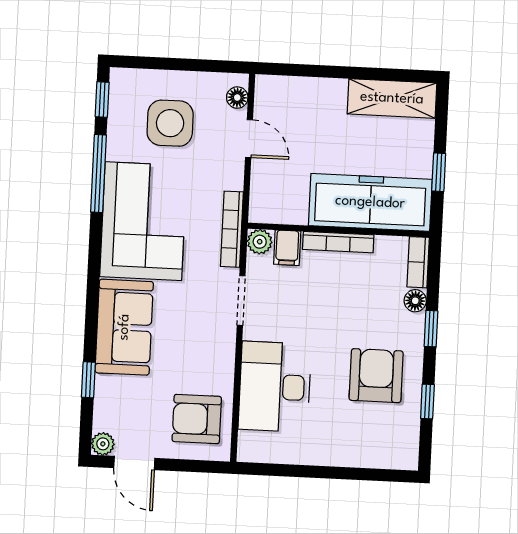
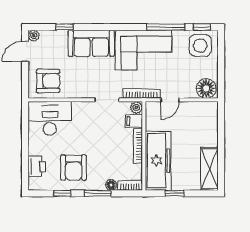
floor lamp: (237, 98) -> (206, 88), width x1.89, depth x1.89
side table: (170, 123) -> (200, 45), moved
door: (249, 139) -> (170, 100), moved
window: (431, 329) -> (98, 193), width x1.50
armchair: (376, 376) -> (74, 168), turned 90
desk: (275, 387) -> (50, 118), moved
armchair: (197, 419) -> (48, 81), turned 90
printer: (370, 451) -> (37, 166), added

